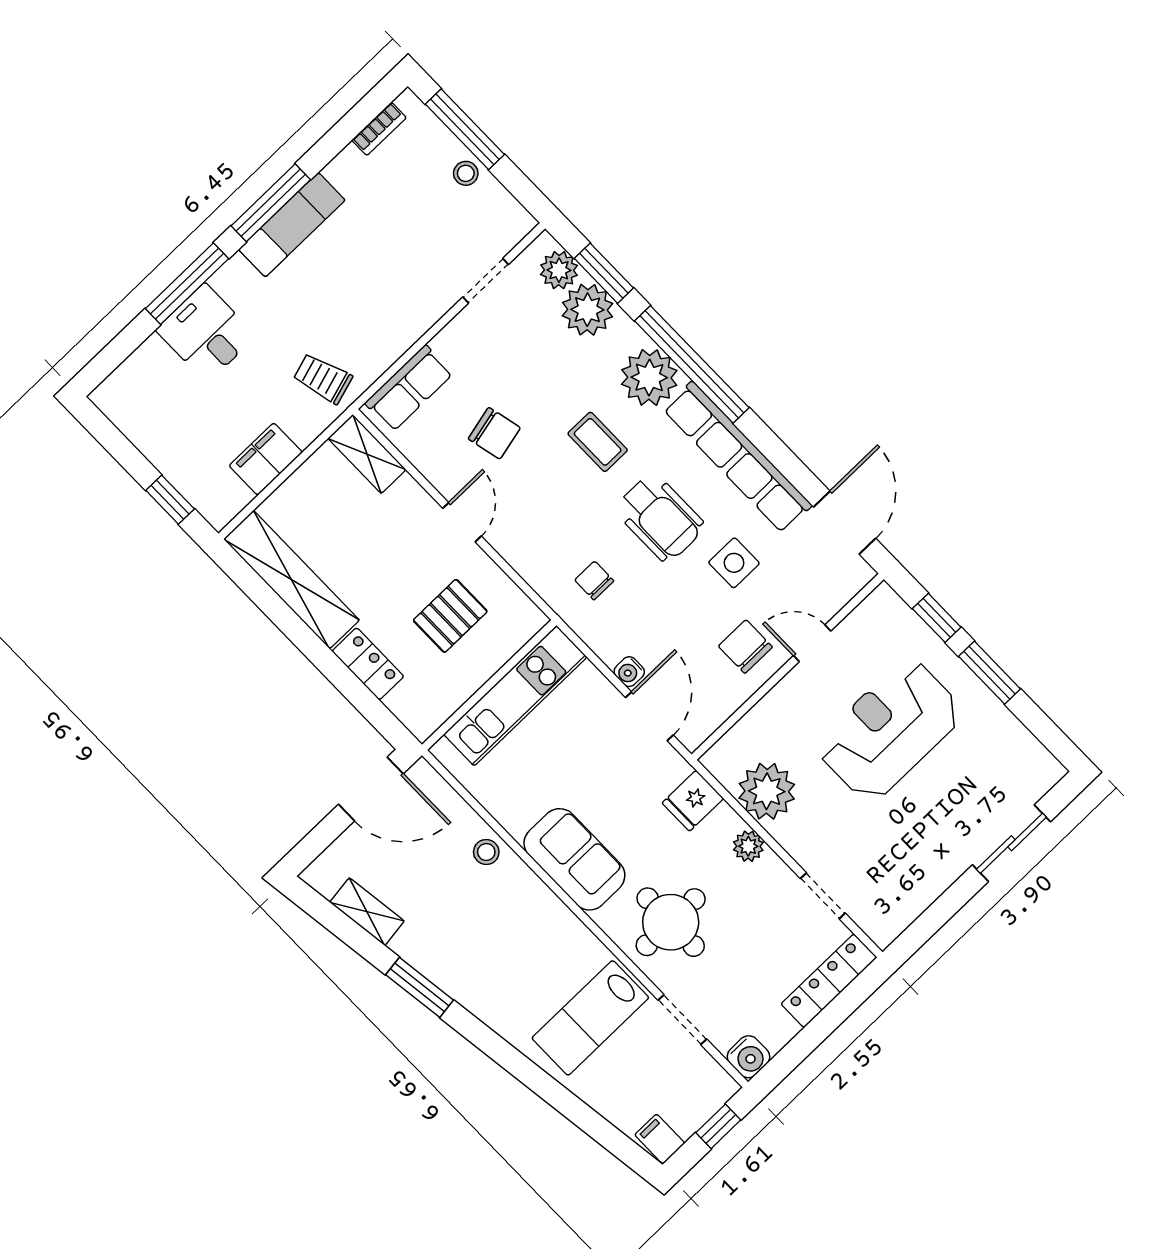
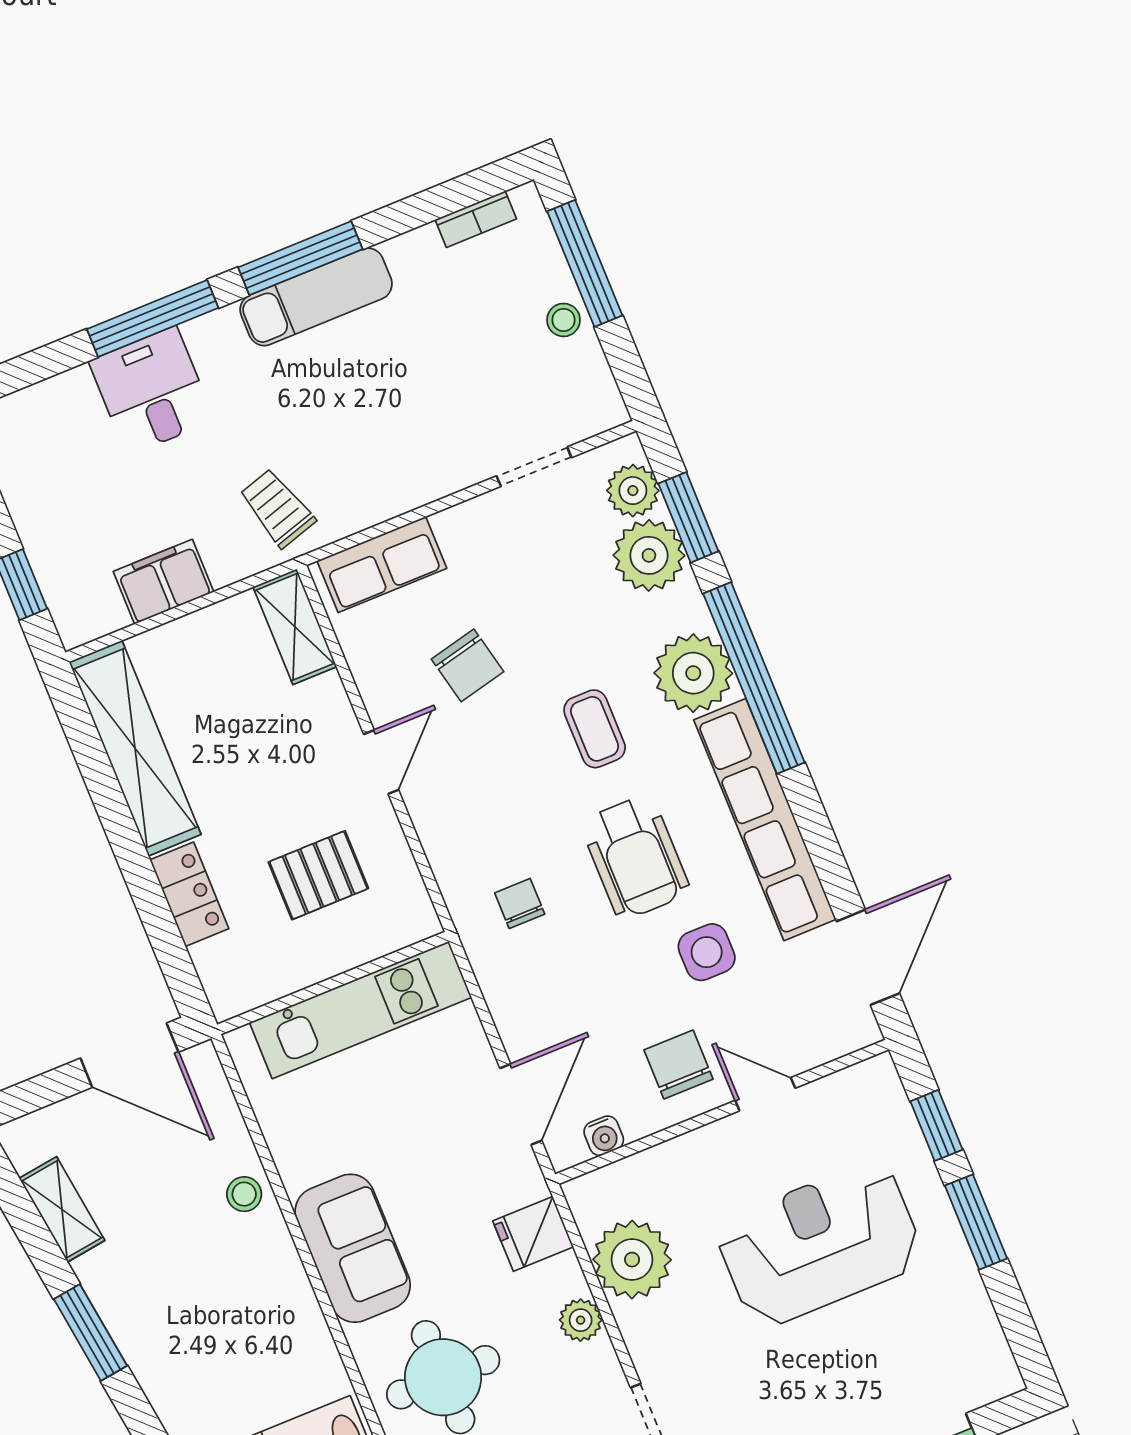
water cooler: (629, 672) -> (604, 1136), moved, turned -90

